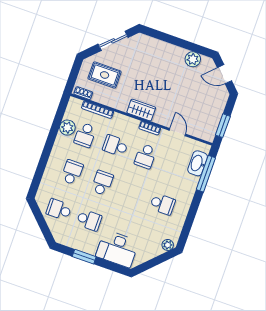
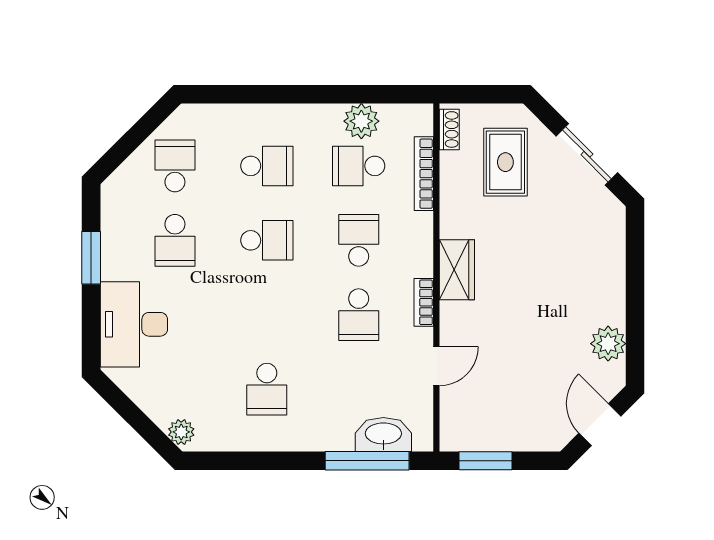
school desk: (145, 156) -> (359, 315), turned -90

